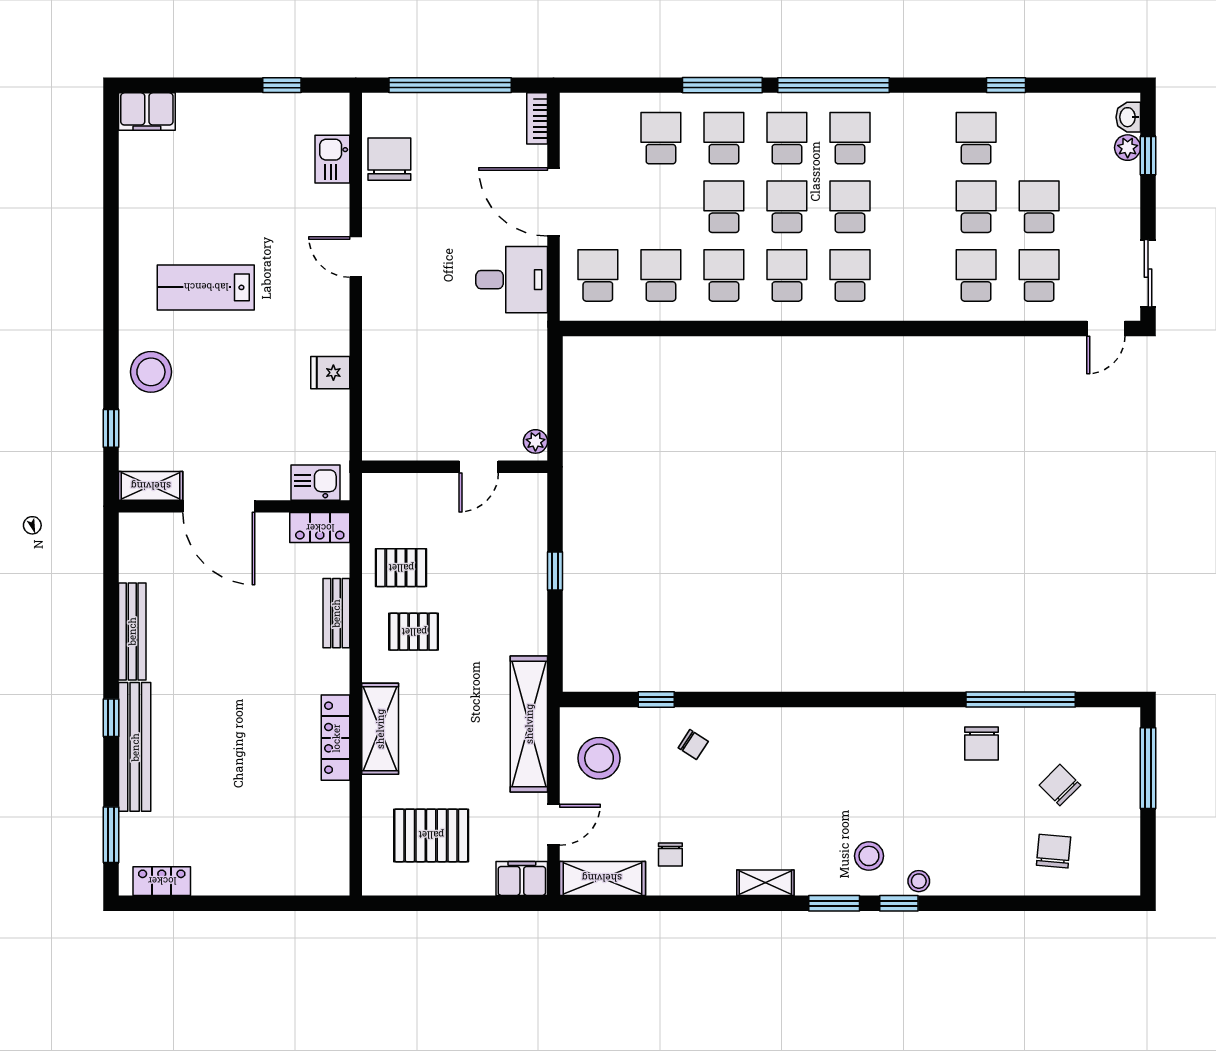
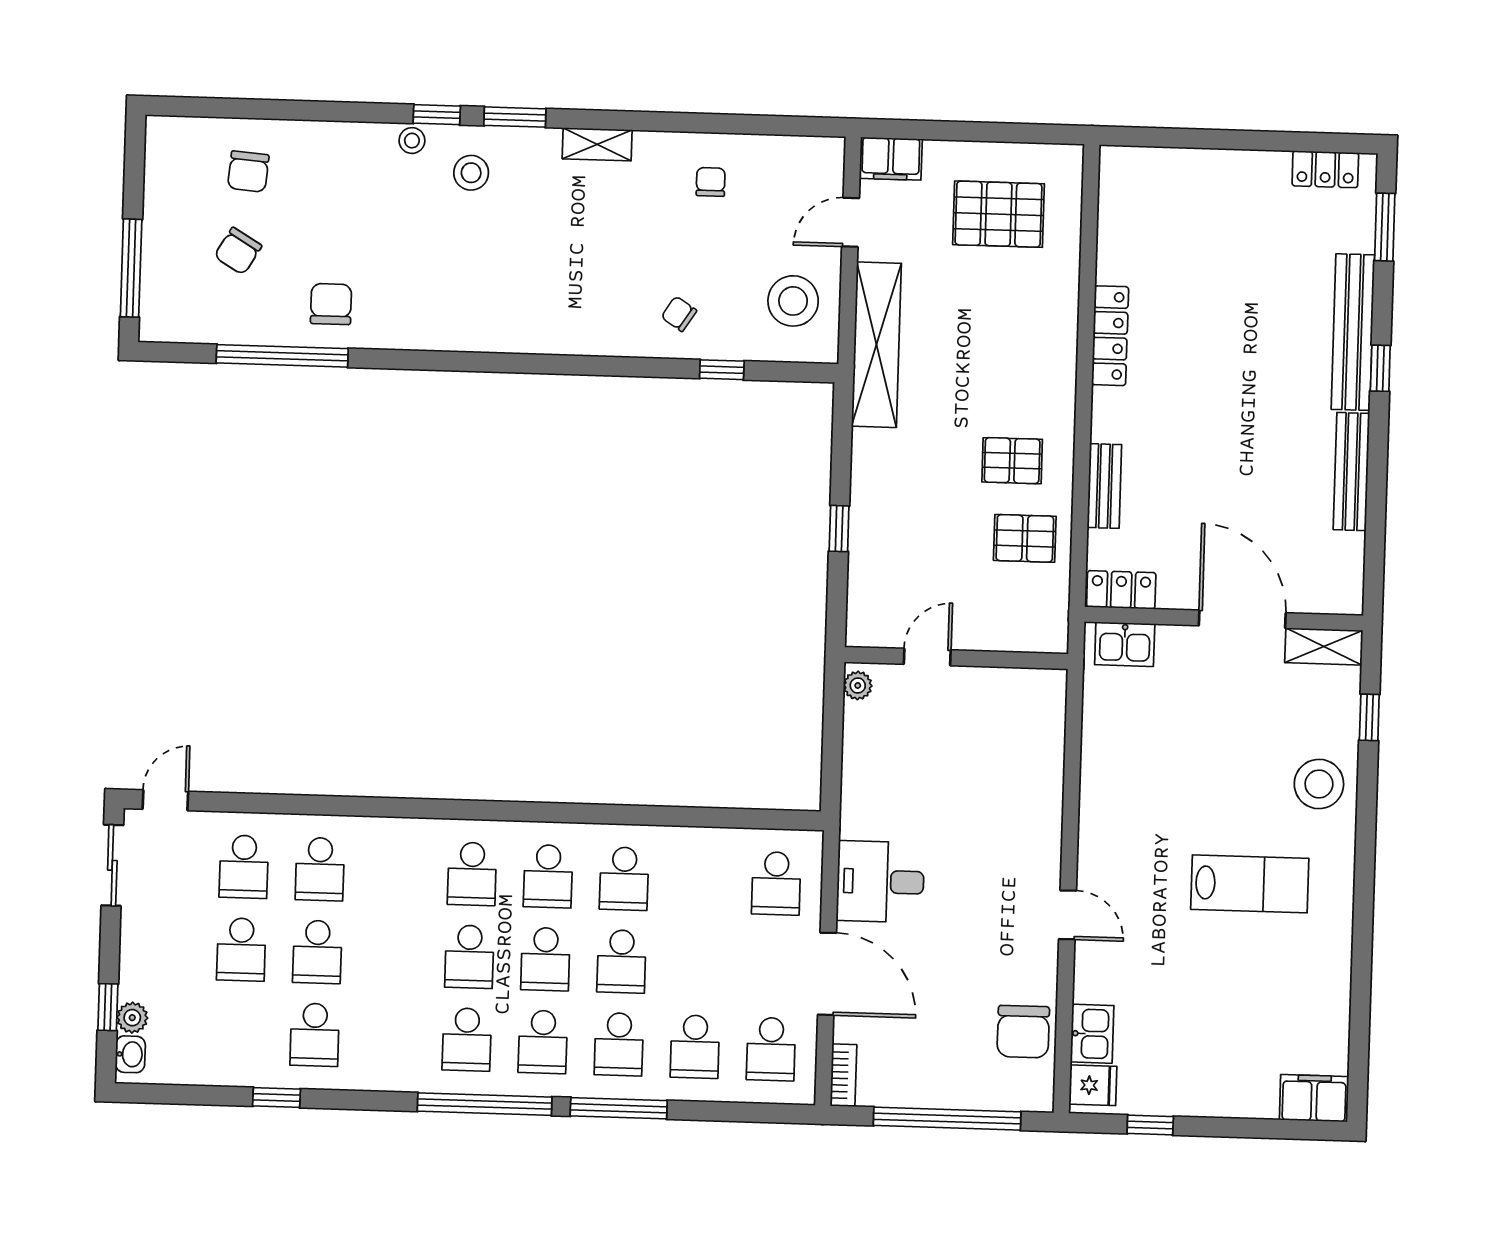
school desk: (661, 275) -> (771, 1049), moved
fridge: (330, 373) -> (1093, 1085), moved
shelving: (380, 729) -> (1056, 345), removed
chair: (1060, 785) -> (238, 251), turned 76
shelving: (602, 878) -> (793, 156), removed

